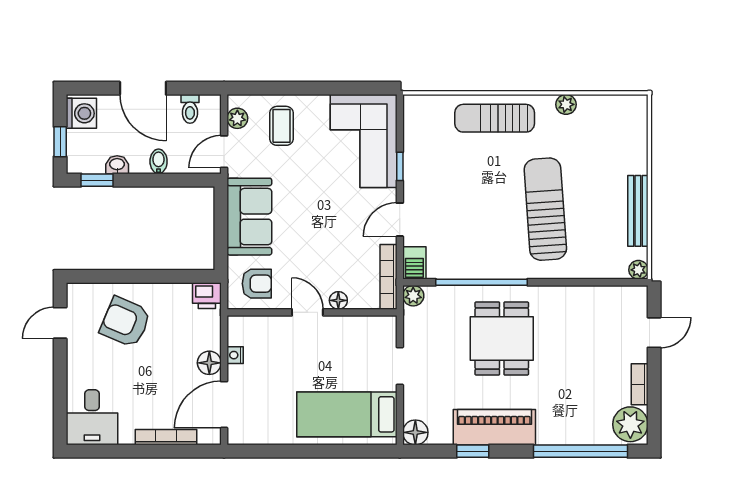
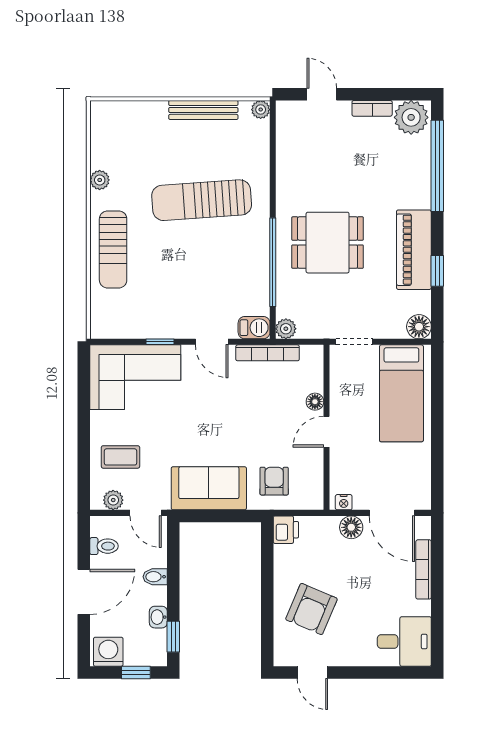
floor lamp: (338, 300) -> (315, 402), moved
door: (307, 312) -> (327, 432), moved
wall: (312, 312) -> (327, 427), moved

